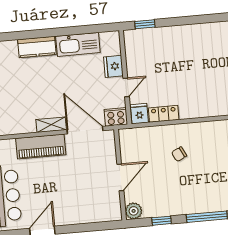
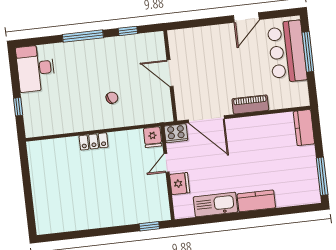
locker: (164, 114) -> (94, 141), moved
shelving: (51, 125) -> (240, 124), removed
piano: (41, 146) -> (250, 105), width x0.73, depth x0.75
door: (120, 177) -> (170, 73), hinge flipped
plant: (134, 211) -> (156, 40), removed

